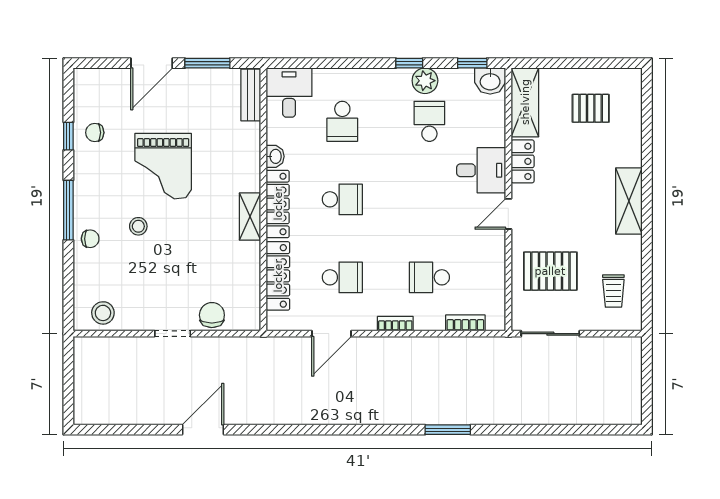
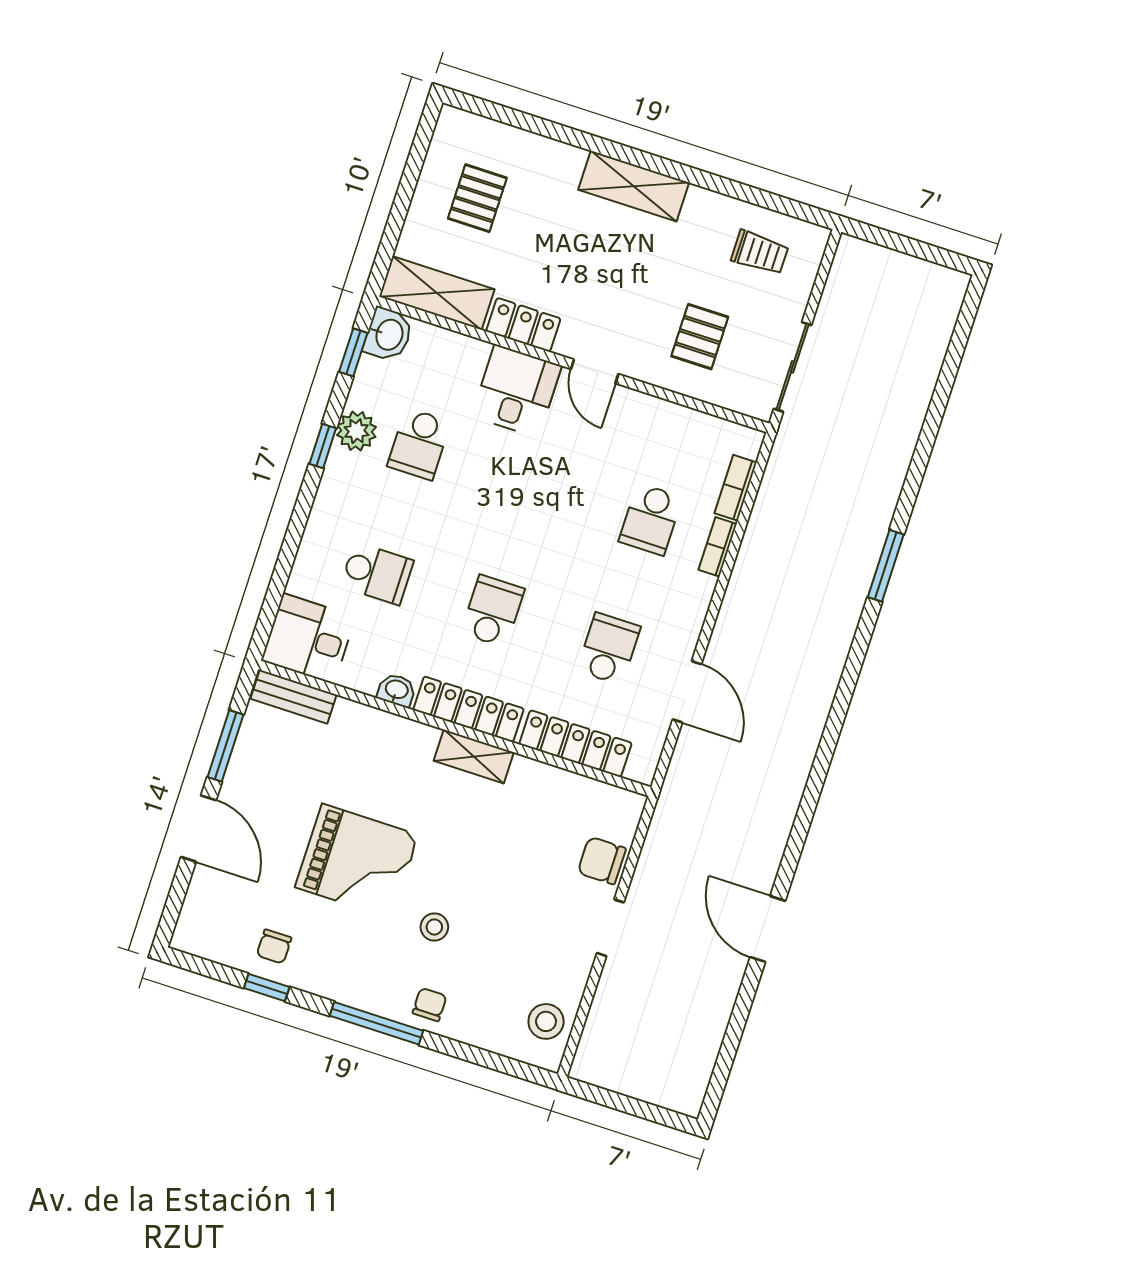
school desk: (429, 121) -> (419, 444), turned -90
pallet: (550, 271) -> (700, 337), width x0.67, depth x0.71
bookcase: (395, 324) -> (718, 547), moved

